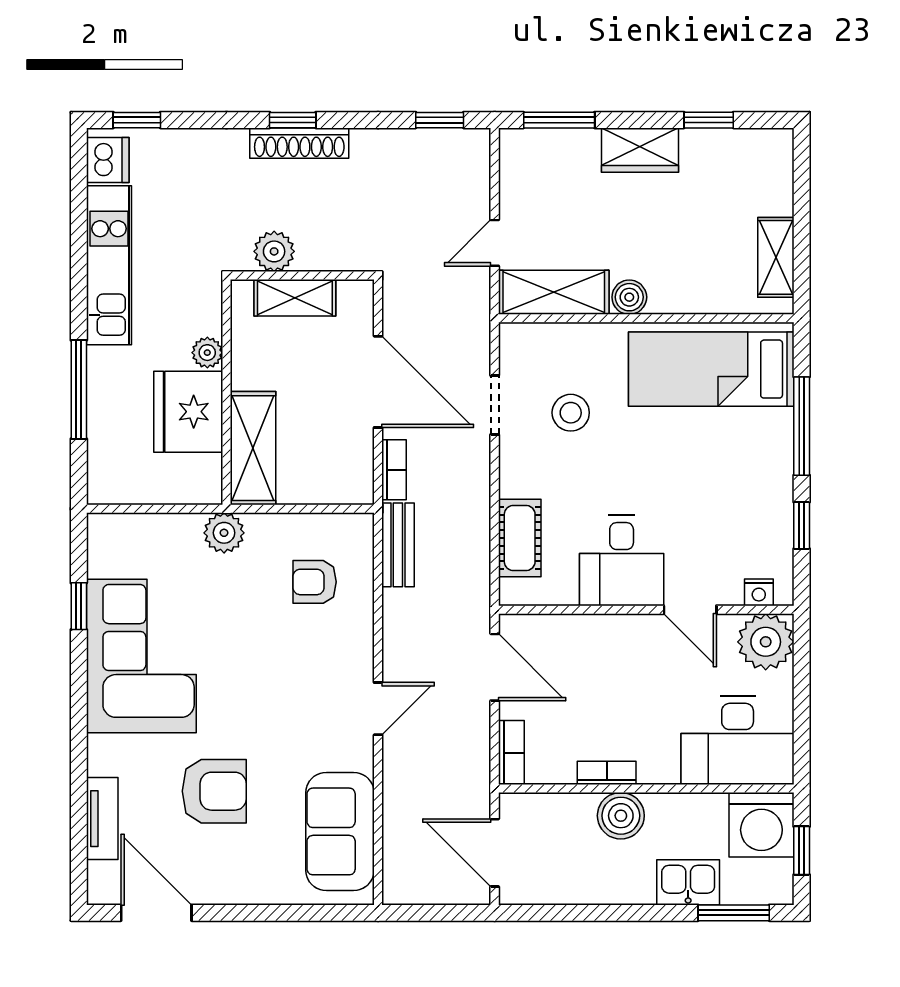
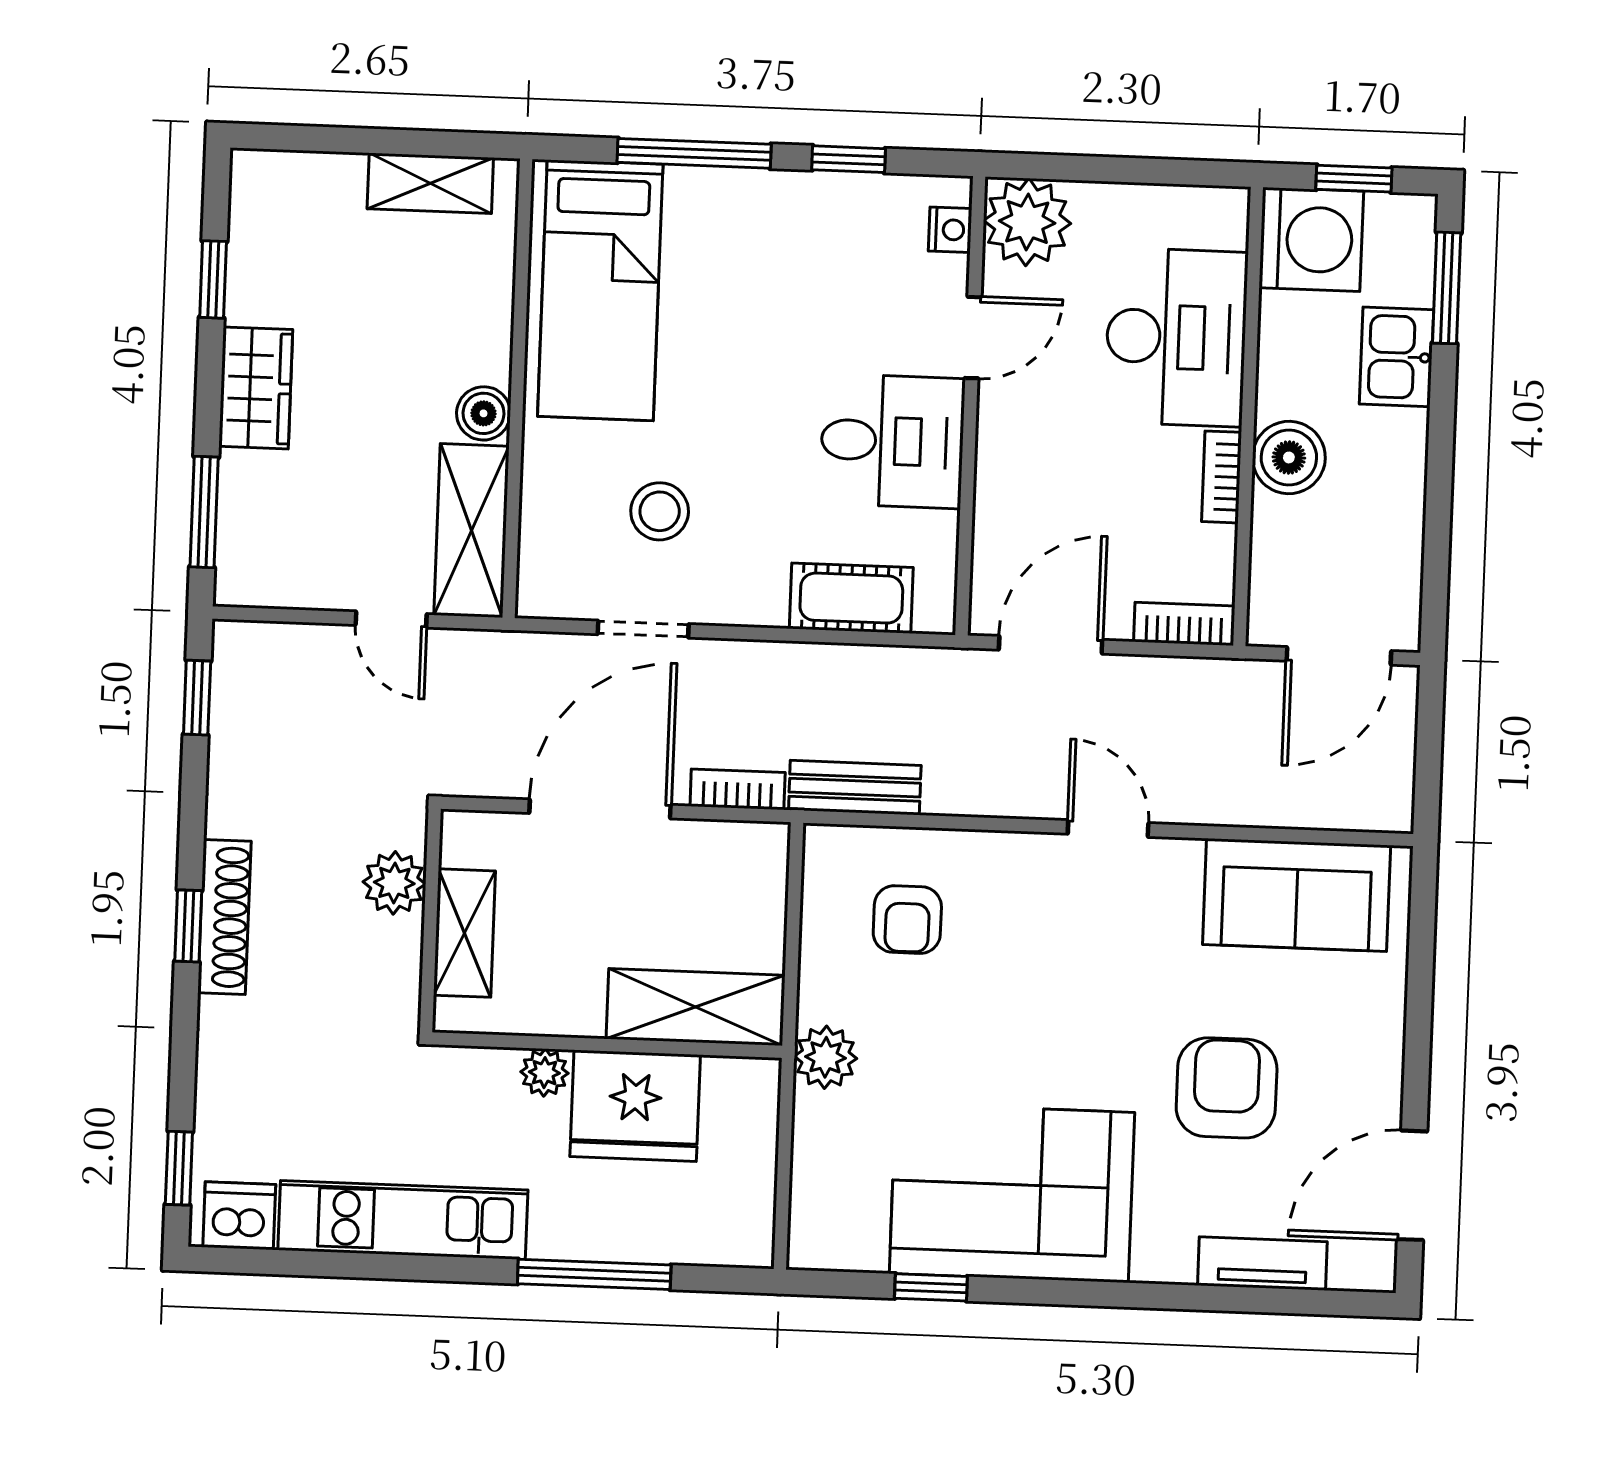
plant: (274, 251) -> (394, 883), moved
desk: (738, 740) -> (1176, 337), moved

